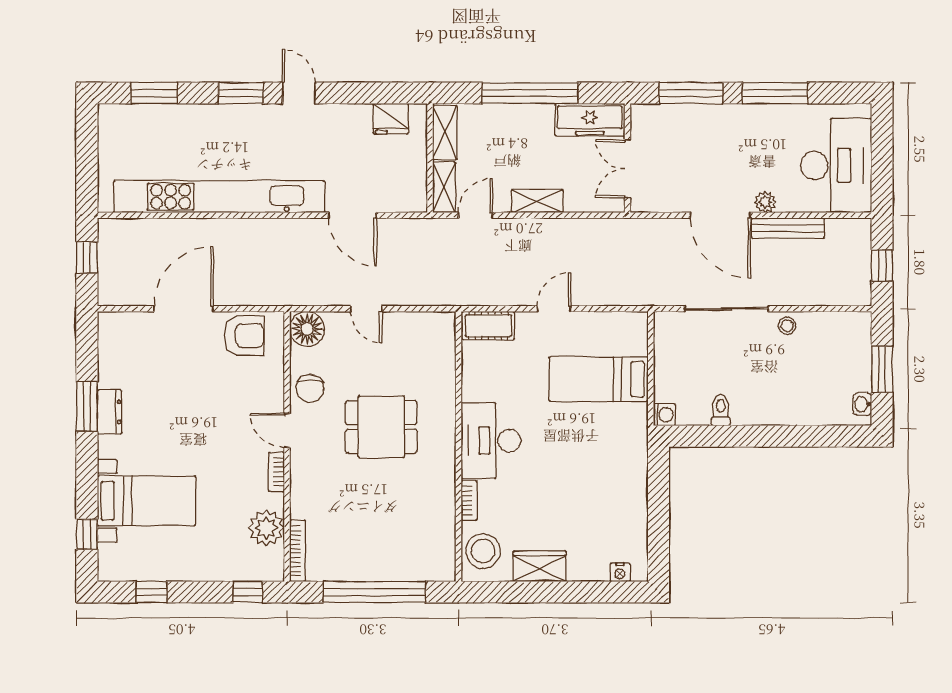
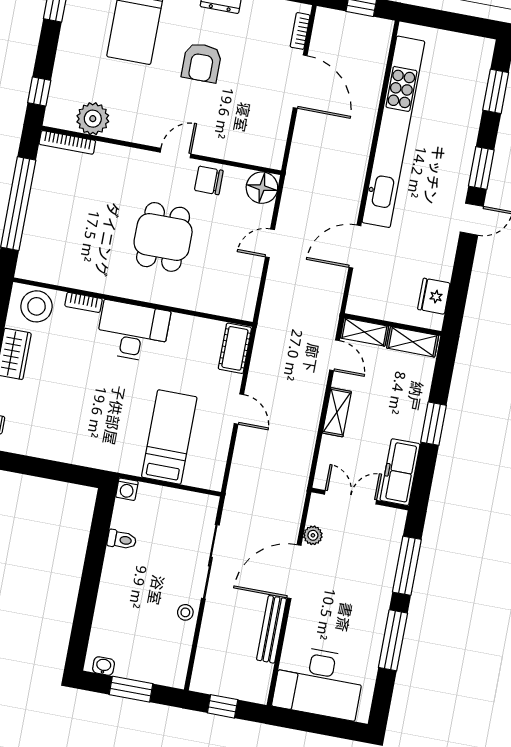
window: (530, 93) -> (433, 424), width x0.47
plant: (765, 202) -> (313, 535), moved
armchair: (244, 336) -> (202, 63), moved
bookcase: (277, 472) -> (300, 31), moved, turned -90

